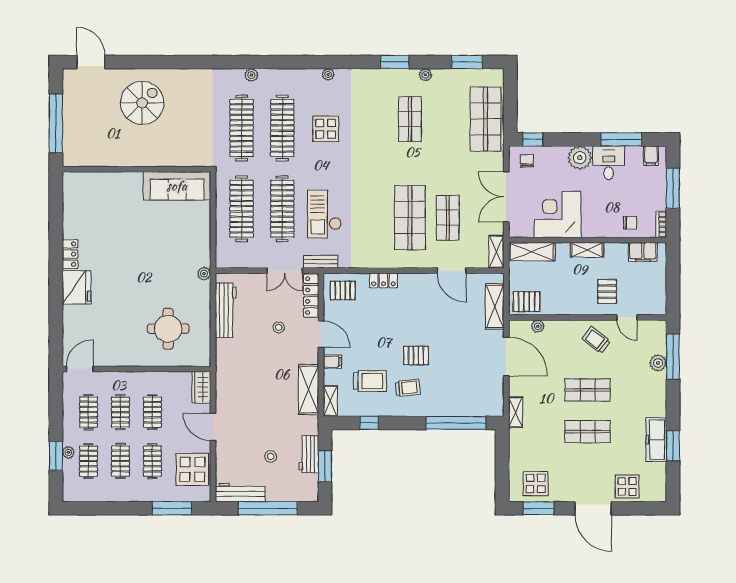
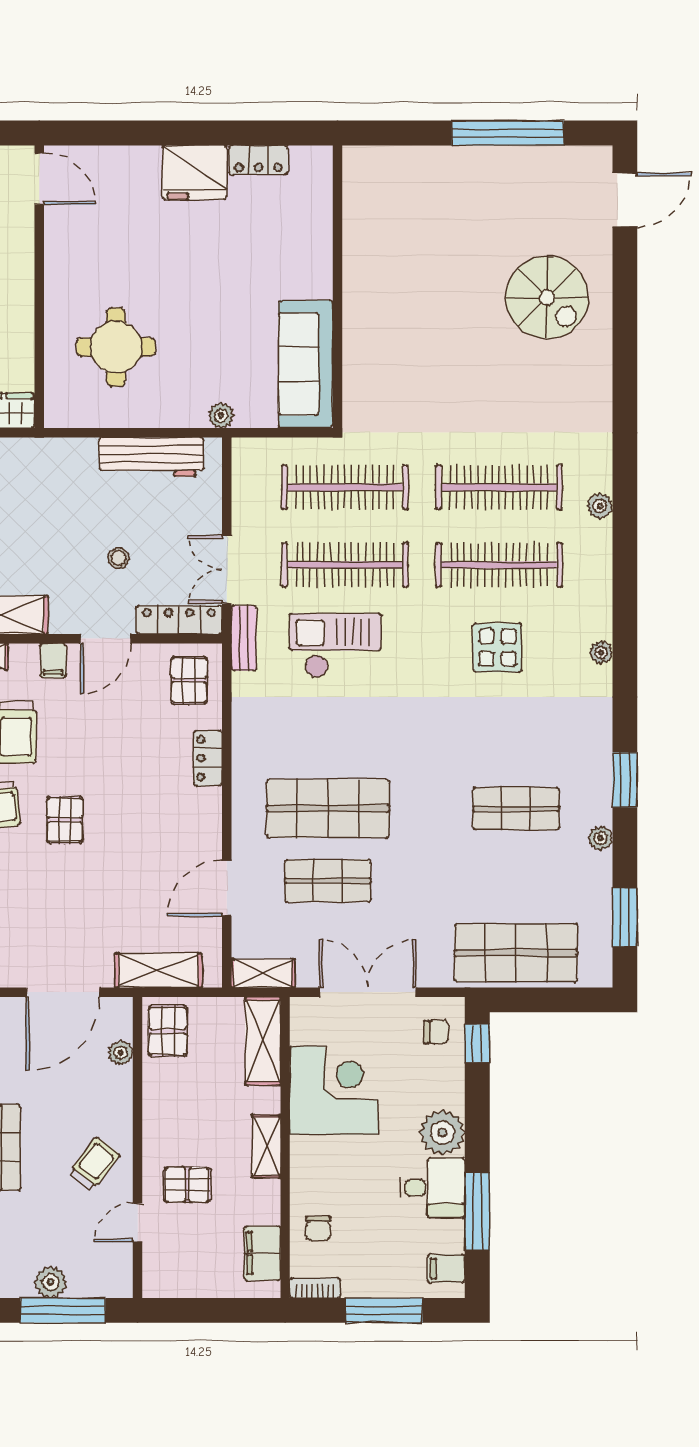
wall: (136, 169) -> (337, 287), moved
sofa: (177, 186) -> (306, 364), moved

